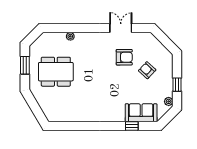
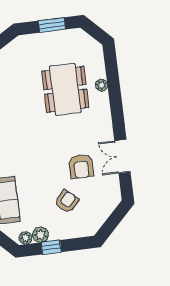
double door: (121, 28) -> (122, 156), swing flipped
dining table: (56, 72) -> (65, 89), moved
plant: (168, 91) -> (40, 235), added

